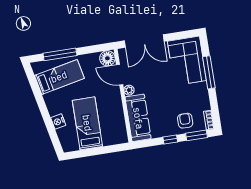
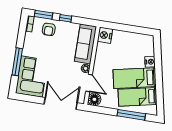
bed: (87, 123) -> (135, 78), moved, turned 78
nightstand: (119, 135) -> (105, 35), added

